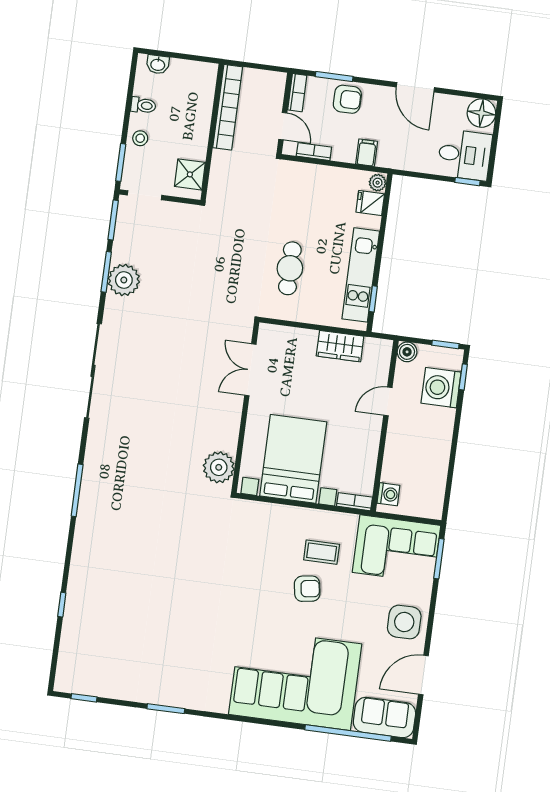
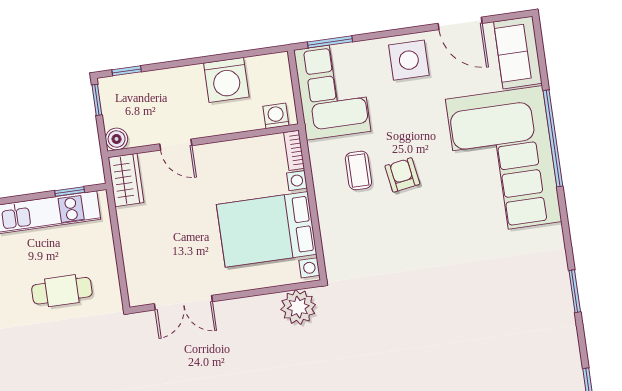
wardrobe: (340, 346) -> (126, 180), moved
washing machine: (441, 388) -> (226, 80), moved
window: (348, 733) -> (553, 138), moved

